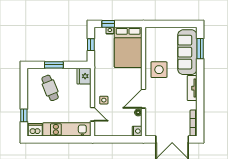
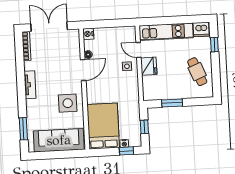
sofa: (187, 52) -> (59, 140), moved, turned -90
window: (54, 65) -> (172, 103), moved
fridge: (84, 76) -> (149, 66), moved
cafe table: (50, 88) -> (197, 72), moved

